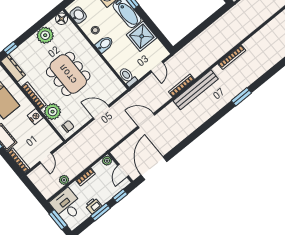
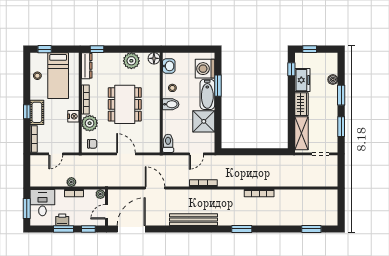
bench: (196, 90) -> (193, 220), moved
plant: (64, 180) -> (71, 182), moved

